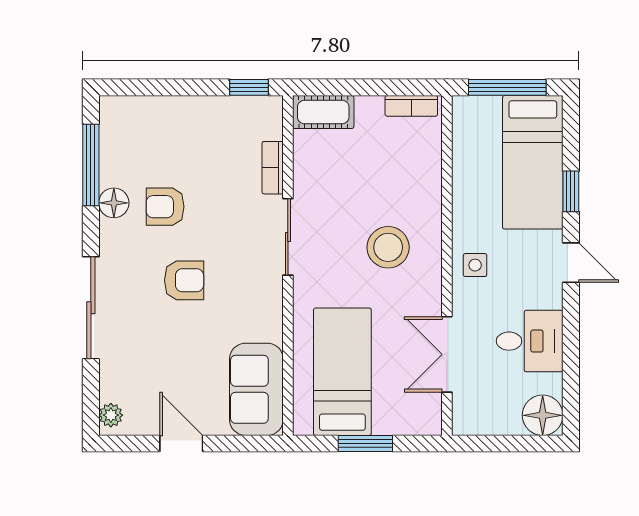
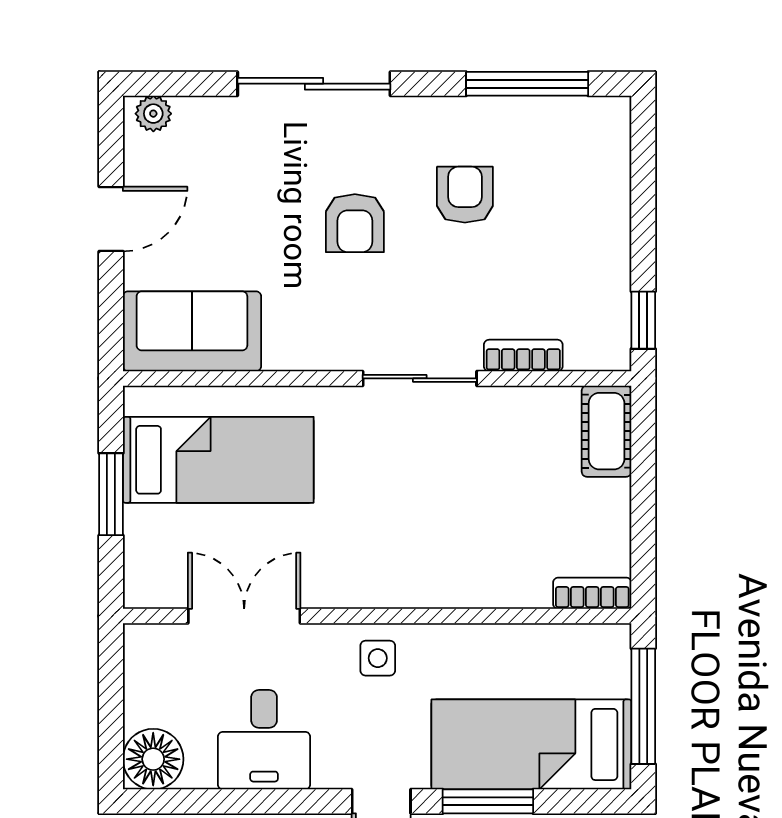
bookcase: (411, 106) -> (592, 593), moved, turned 90
window: (571, 191) -> (488, 801), width x1.50
floor lamp: (114, 203) -> (471, 118), removed
stool: (388, 247) -> (404, 528), removed

